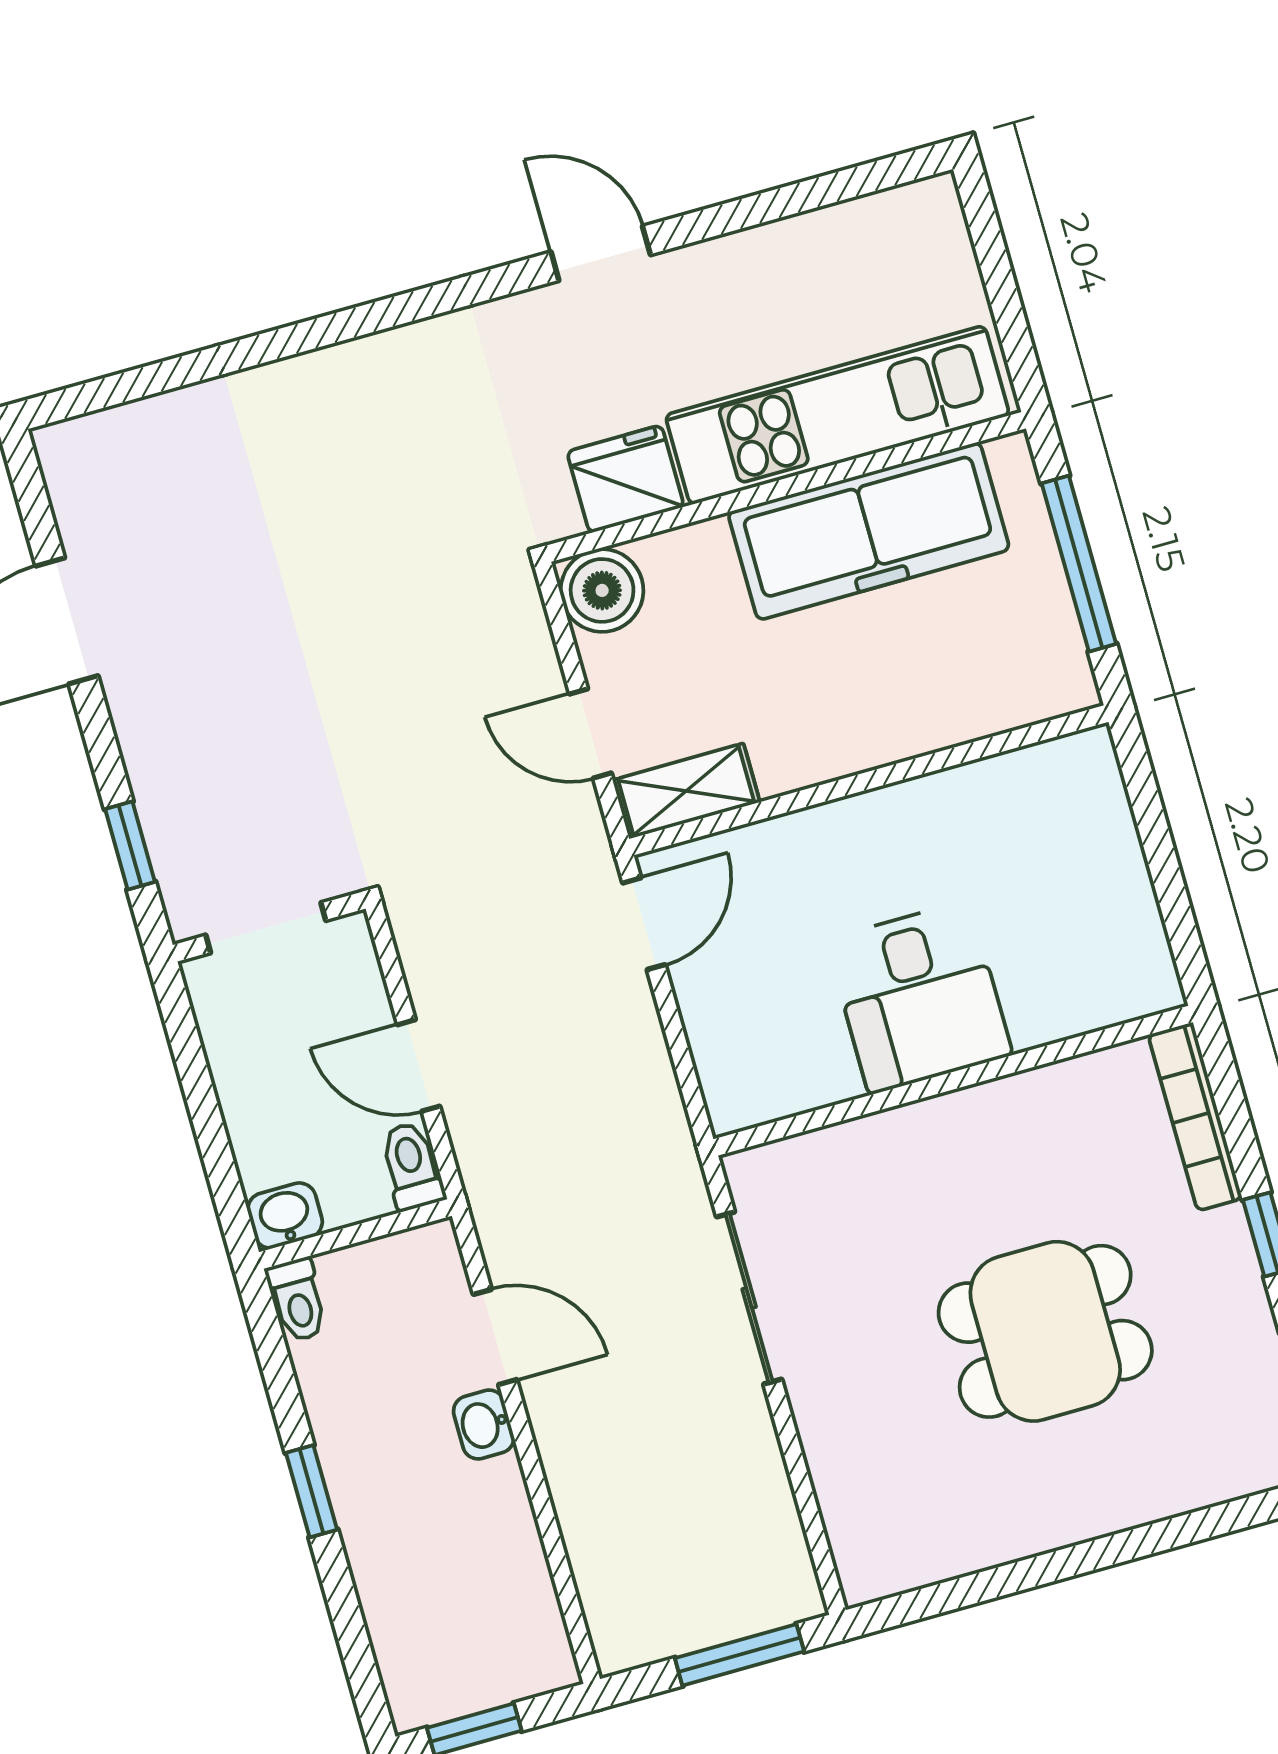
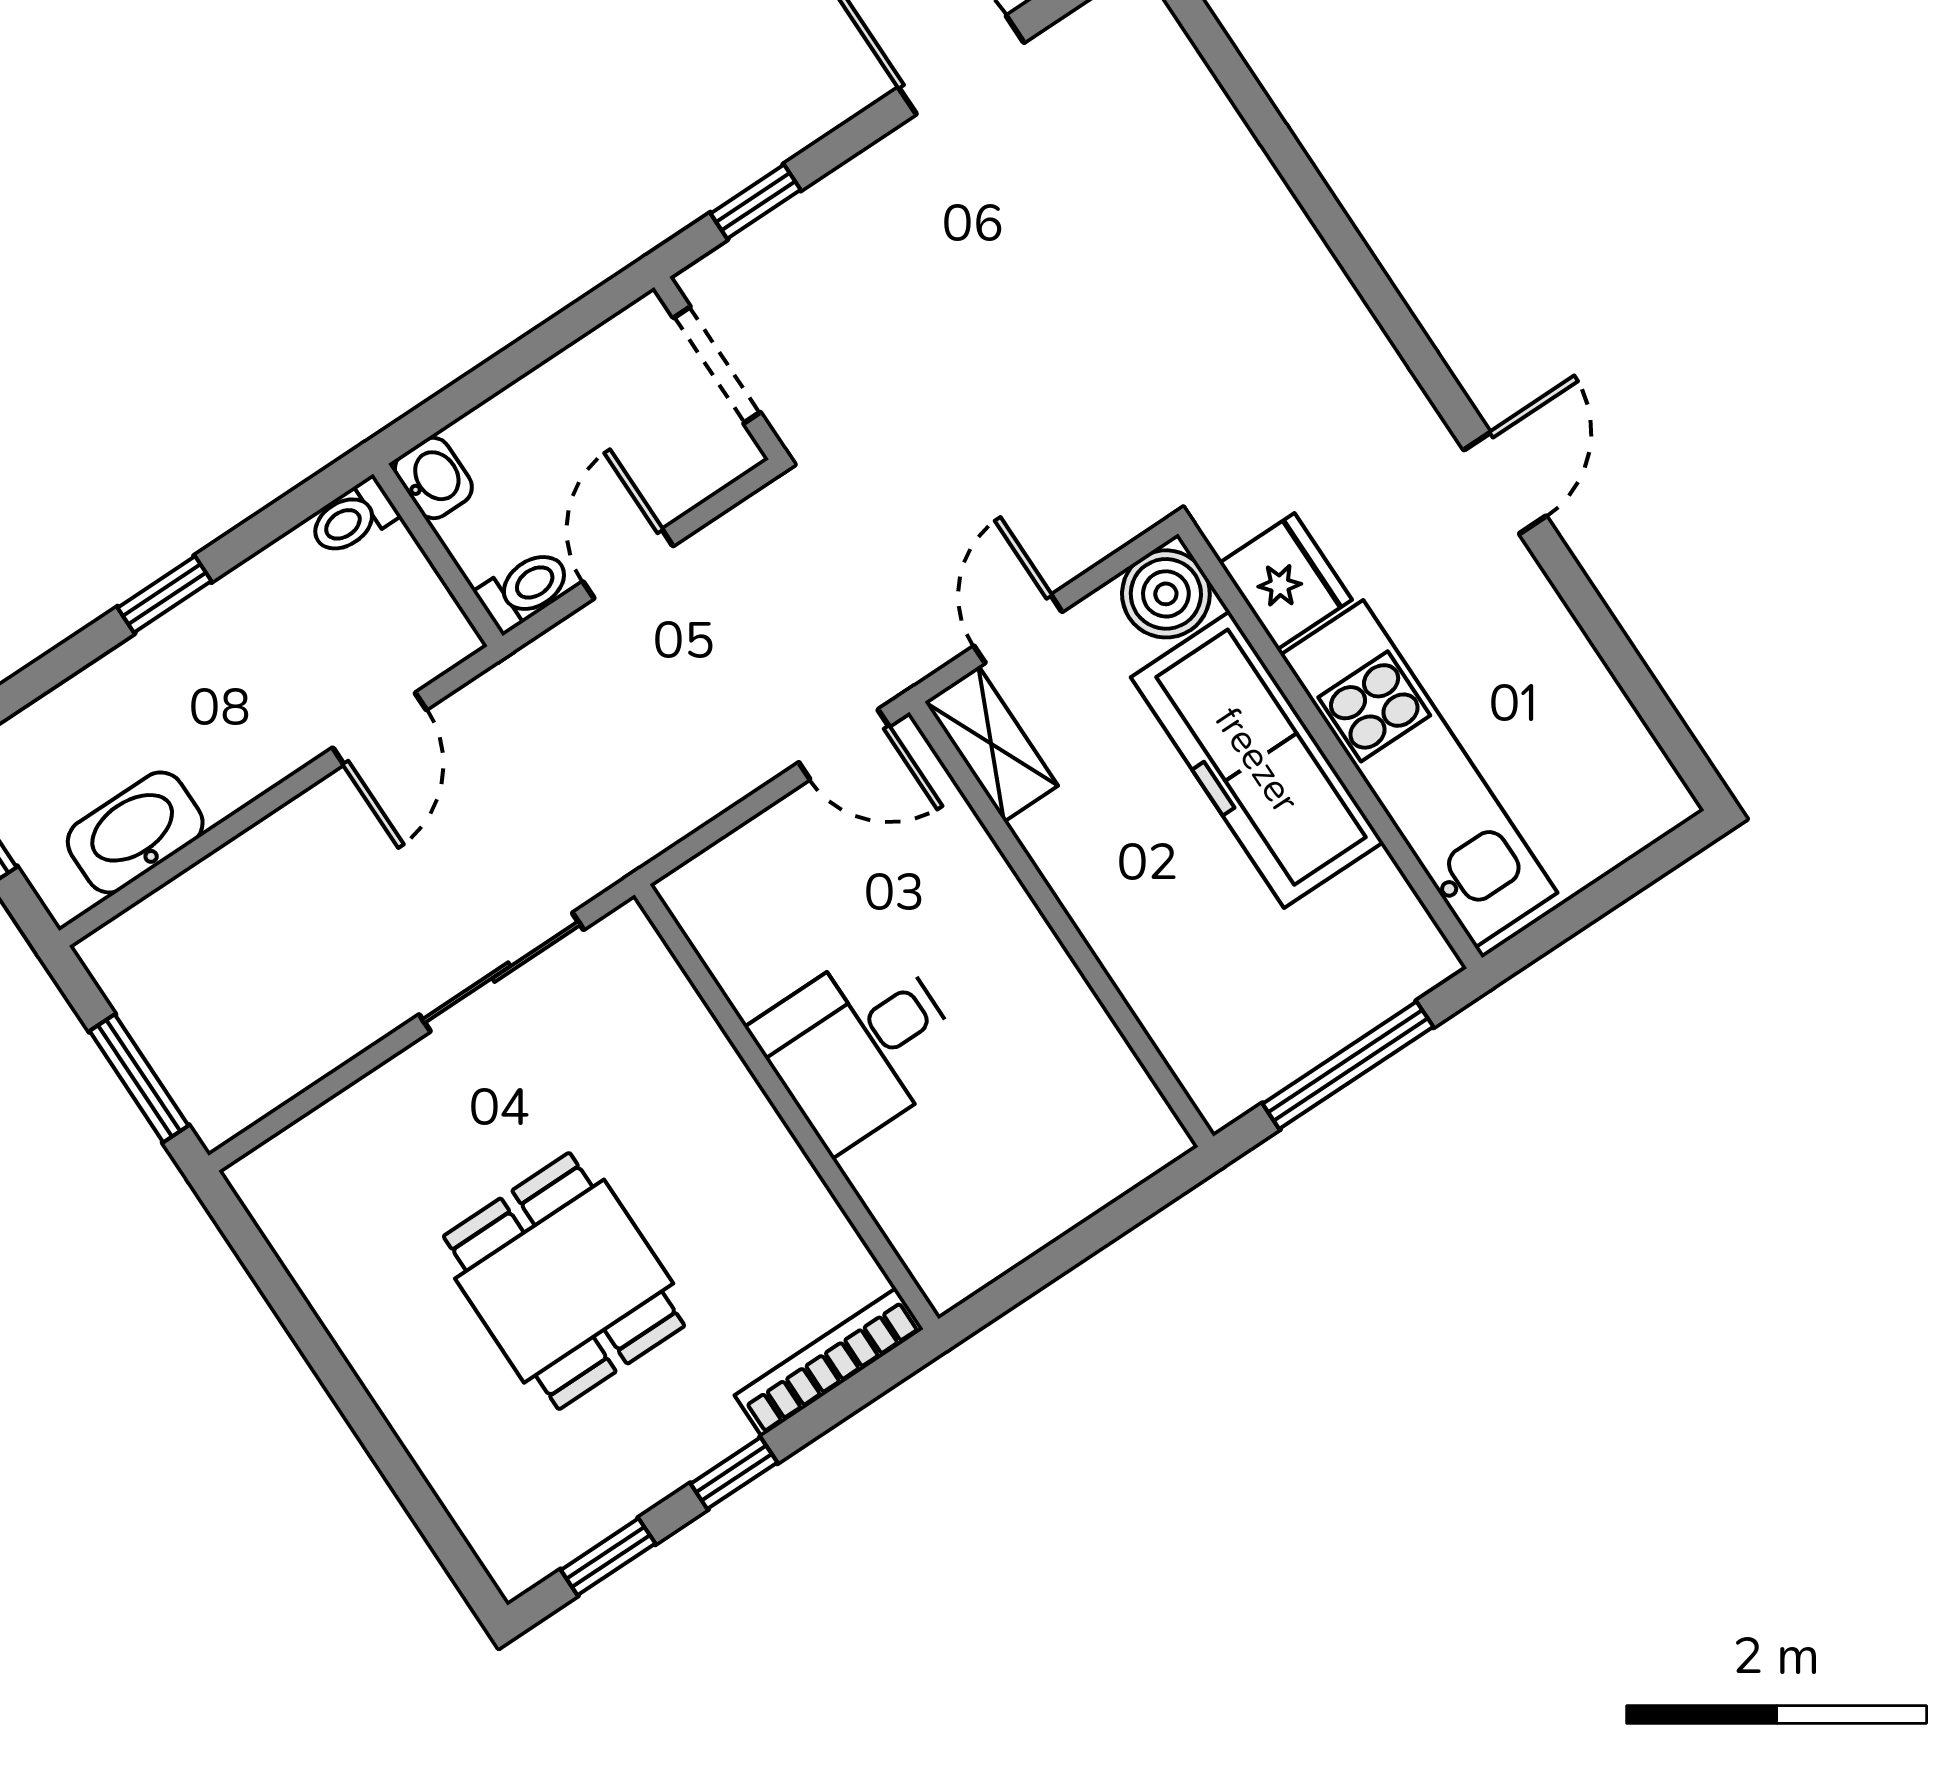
freezer: (869, 531) -> (1257, 760), moved
washbasin: (484, 1425) -> (135, 832), moved, width x1.91, depth x1.45

